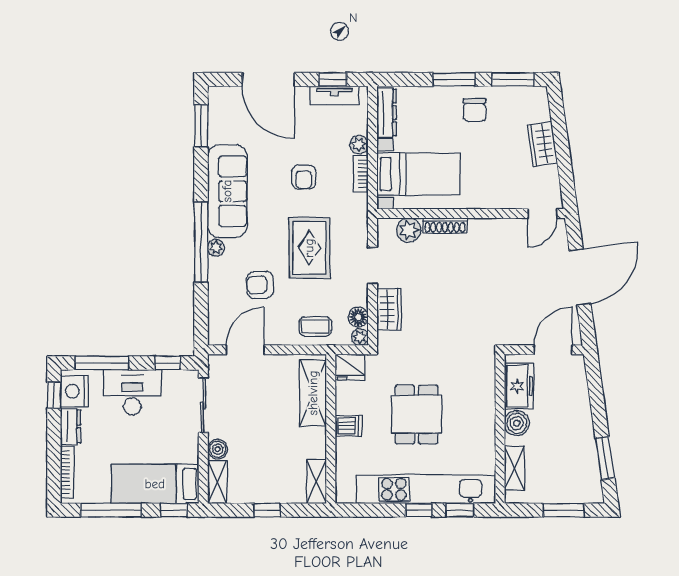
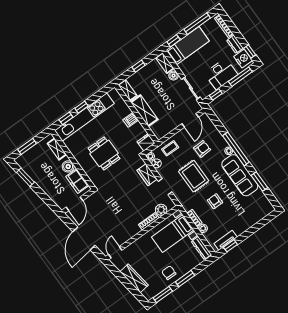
door: (268, 80) -> (255, 228), removed
window: (201, 126) -> (259, 181), moved
wardrobe: (543, 144) -> (134, 278), width x1.50
shelving: (313, 393) -> (144, 111), moved
dining table: (416, 415) -> (104, 153), moved

